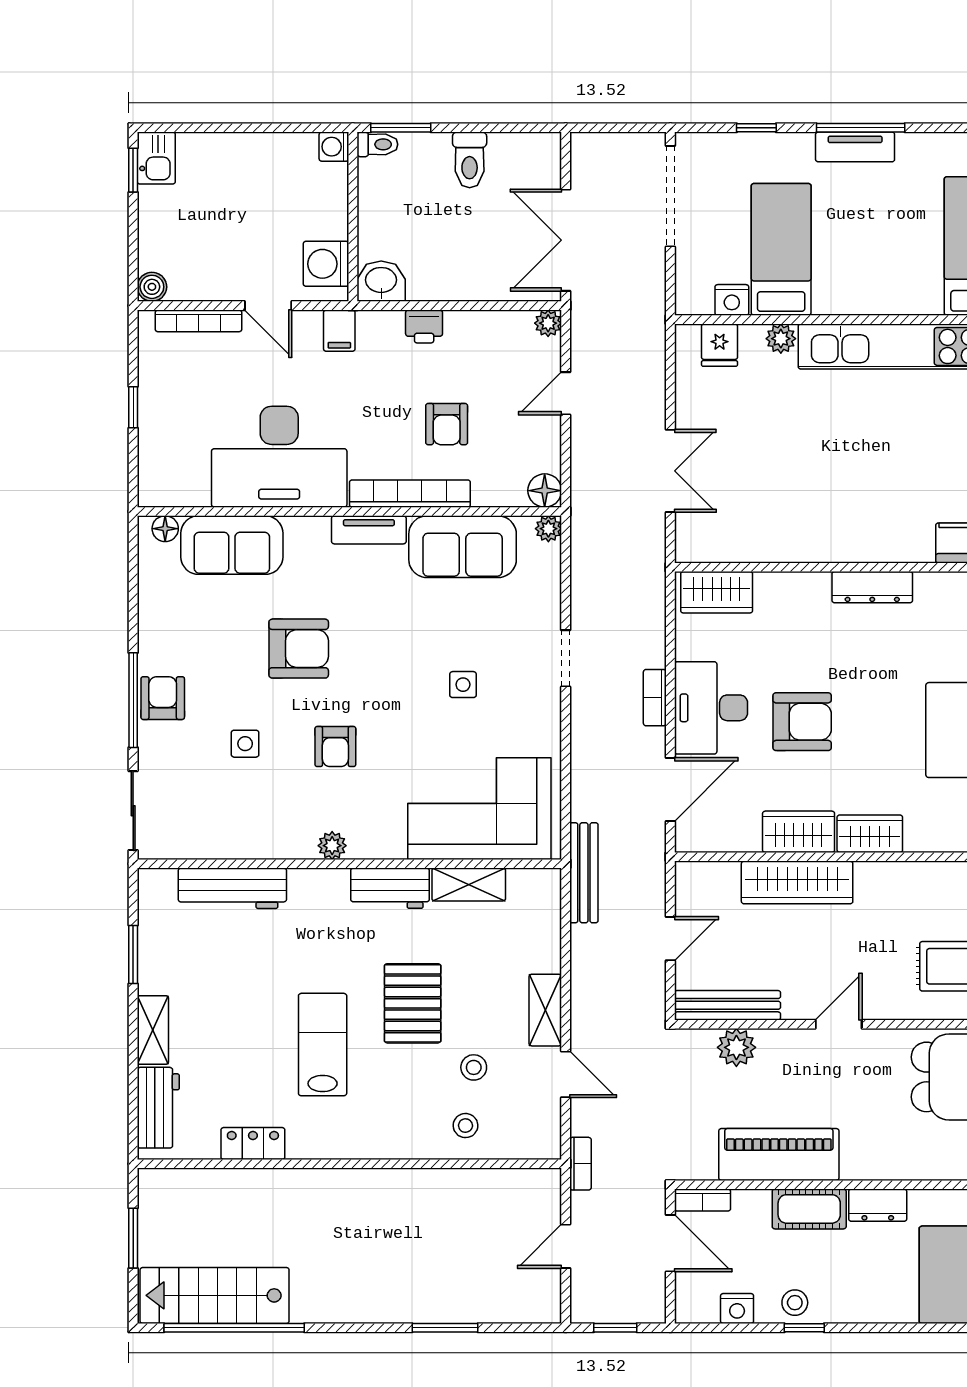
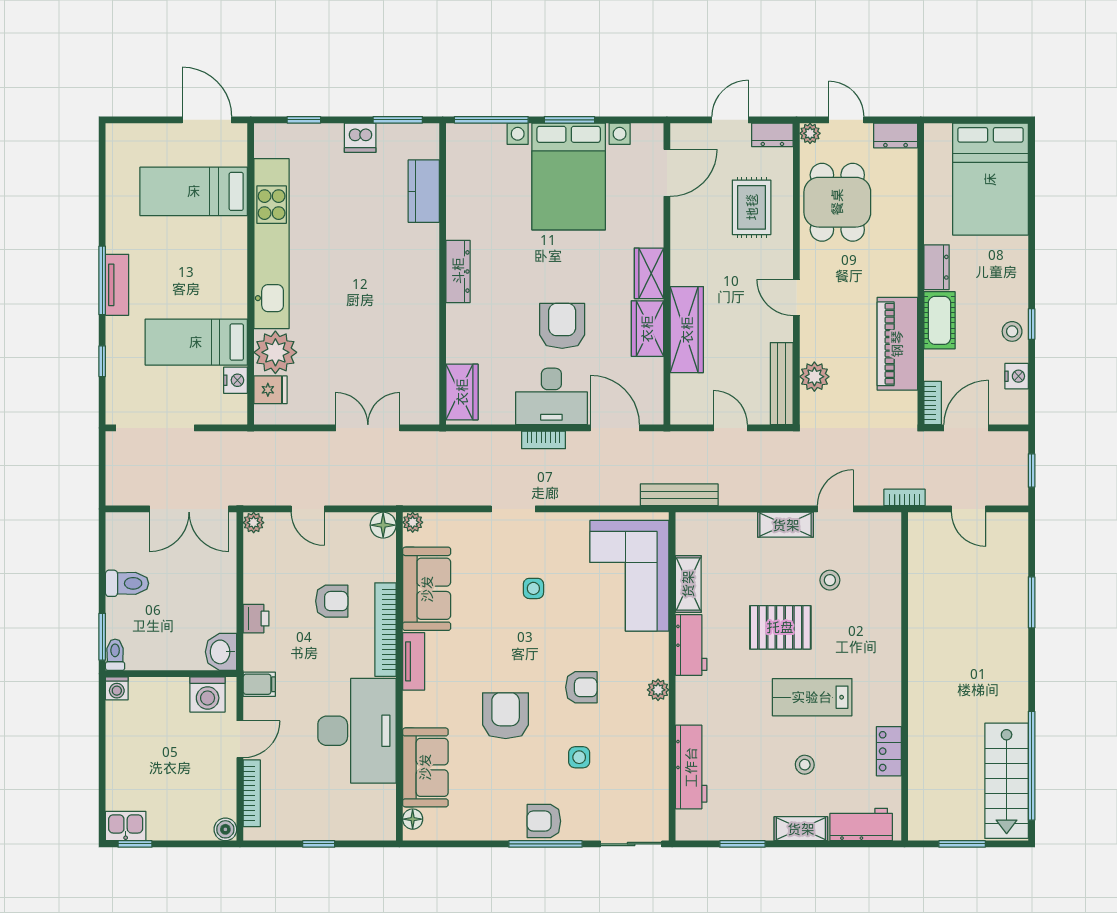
plant: (781, 339) -> (275, 352), width x1.87, depth x1.87
stool: (465, 1126) -> (805, 765), moved

